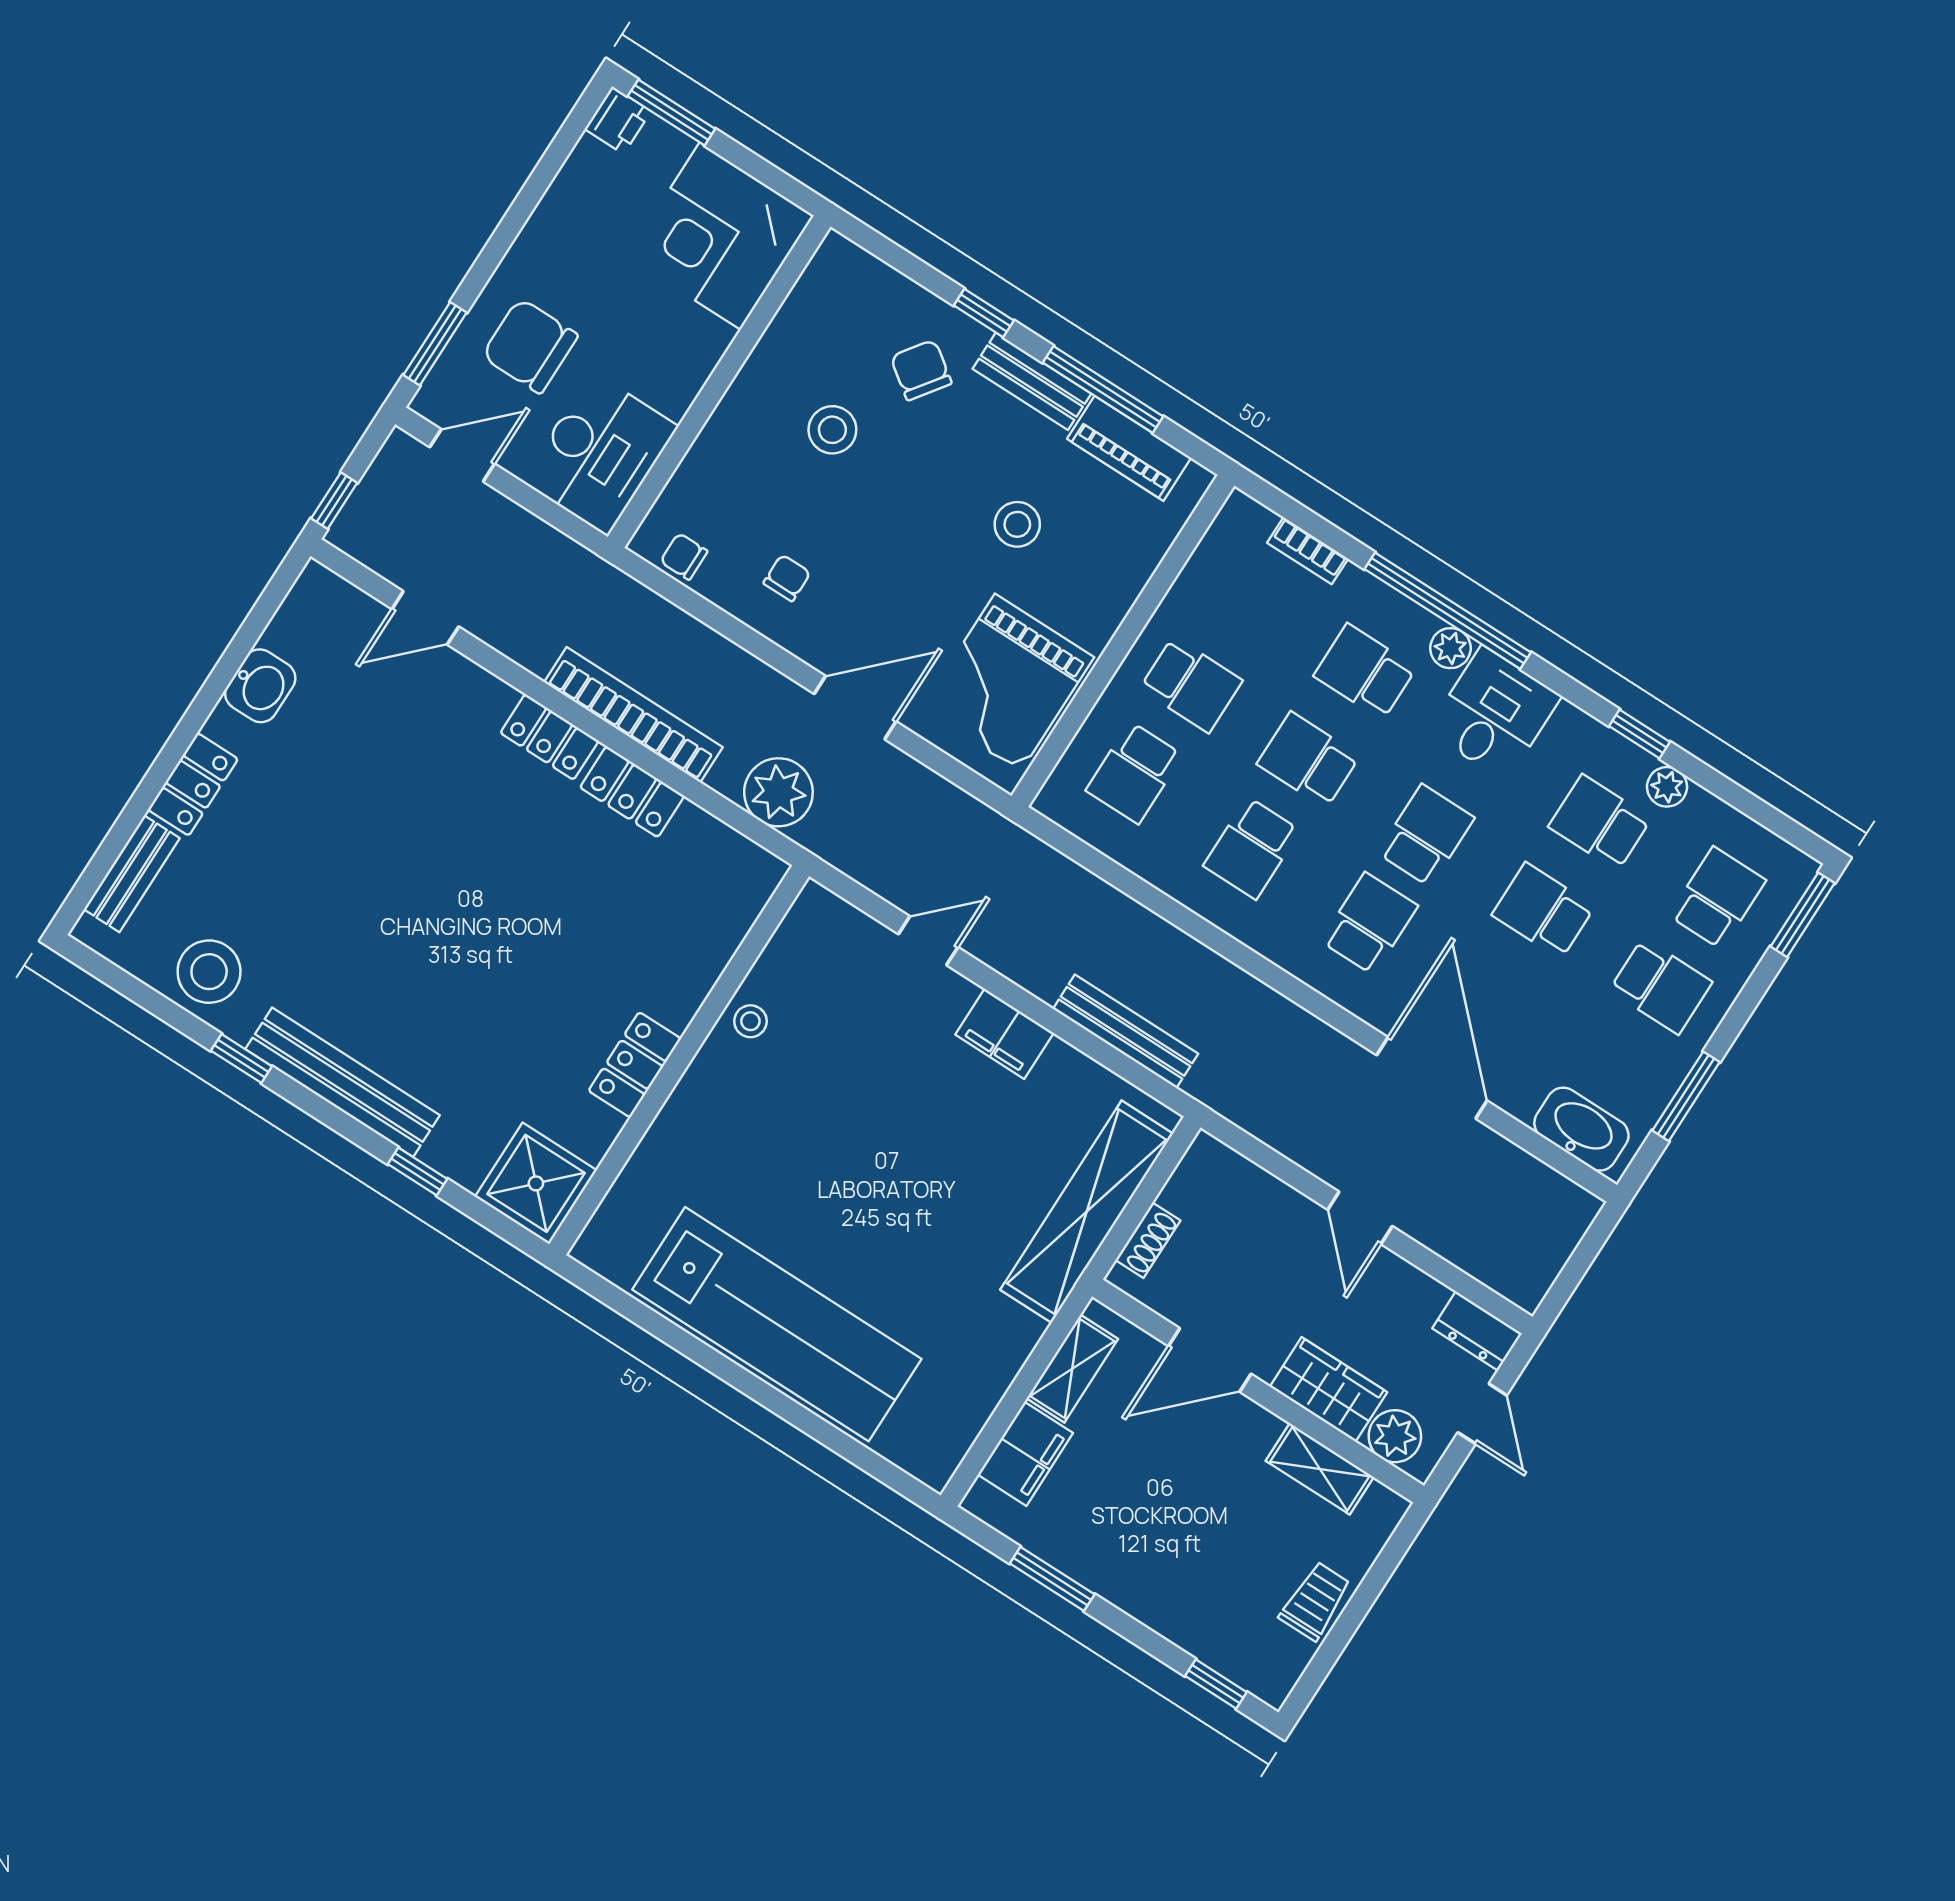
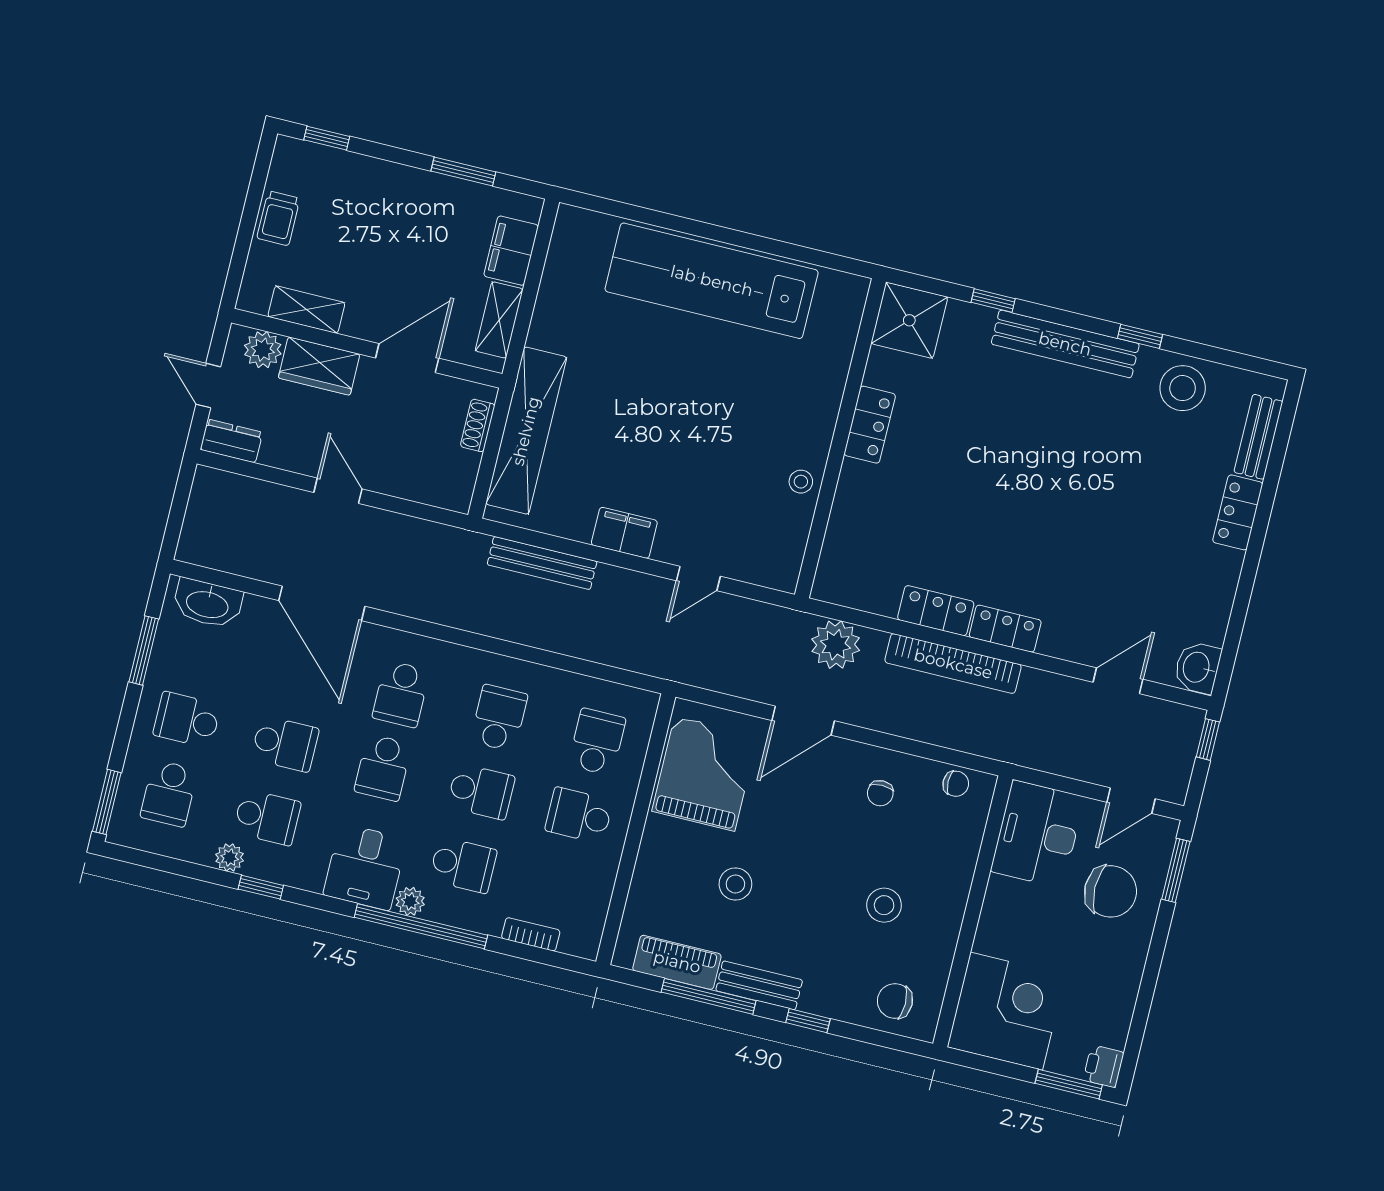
chair: (921, 370) -> (895, 1001), moved, turned 144
washbasin: (260, 686) -> (1197, 667), moved

